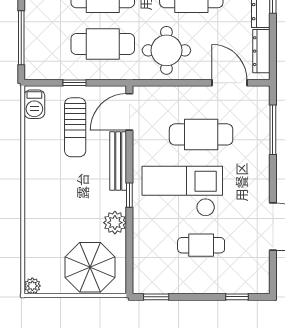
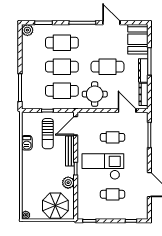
barbecue: (34, 104) -> (27, 143), moved
cafe table: (201, 134) -> (113, 137), width x0.73, depth x0.74

